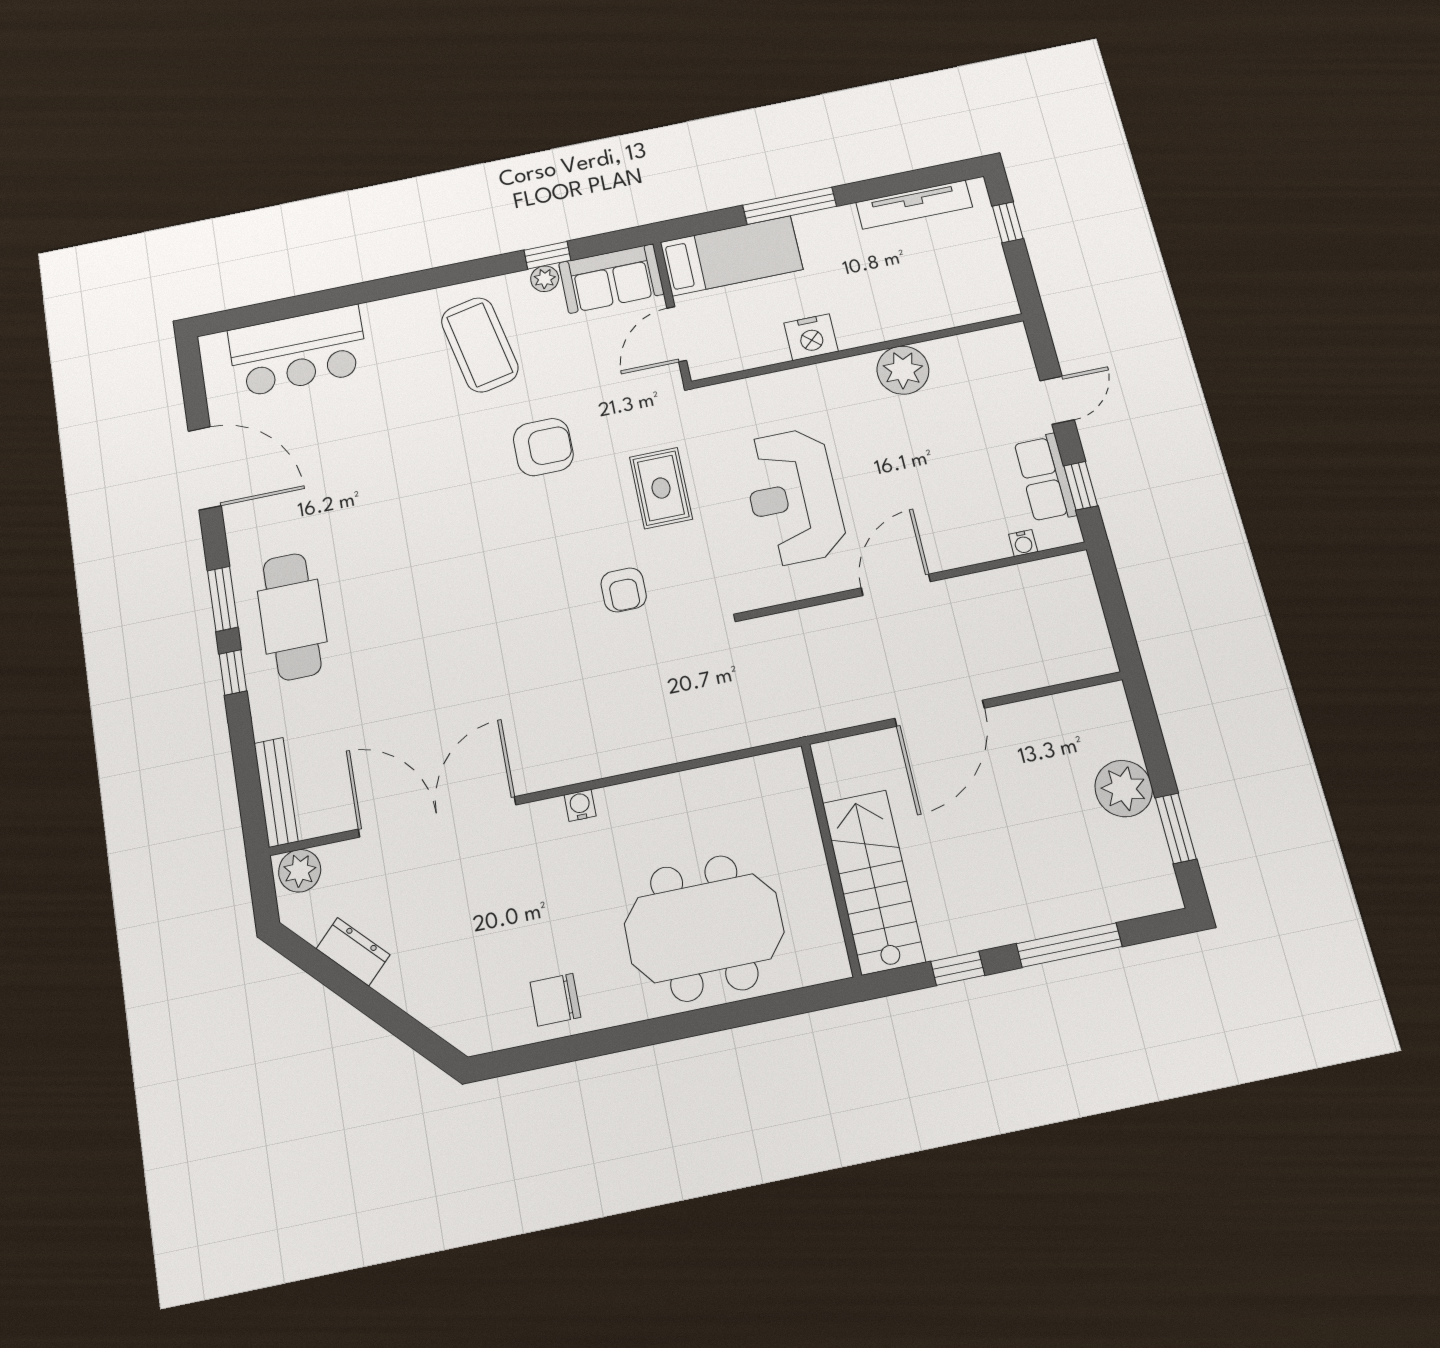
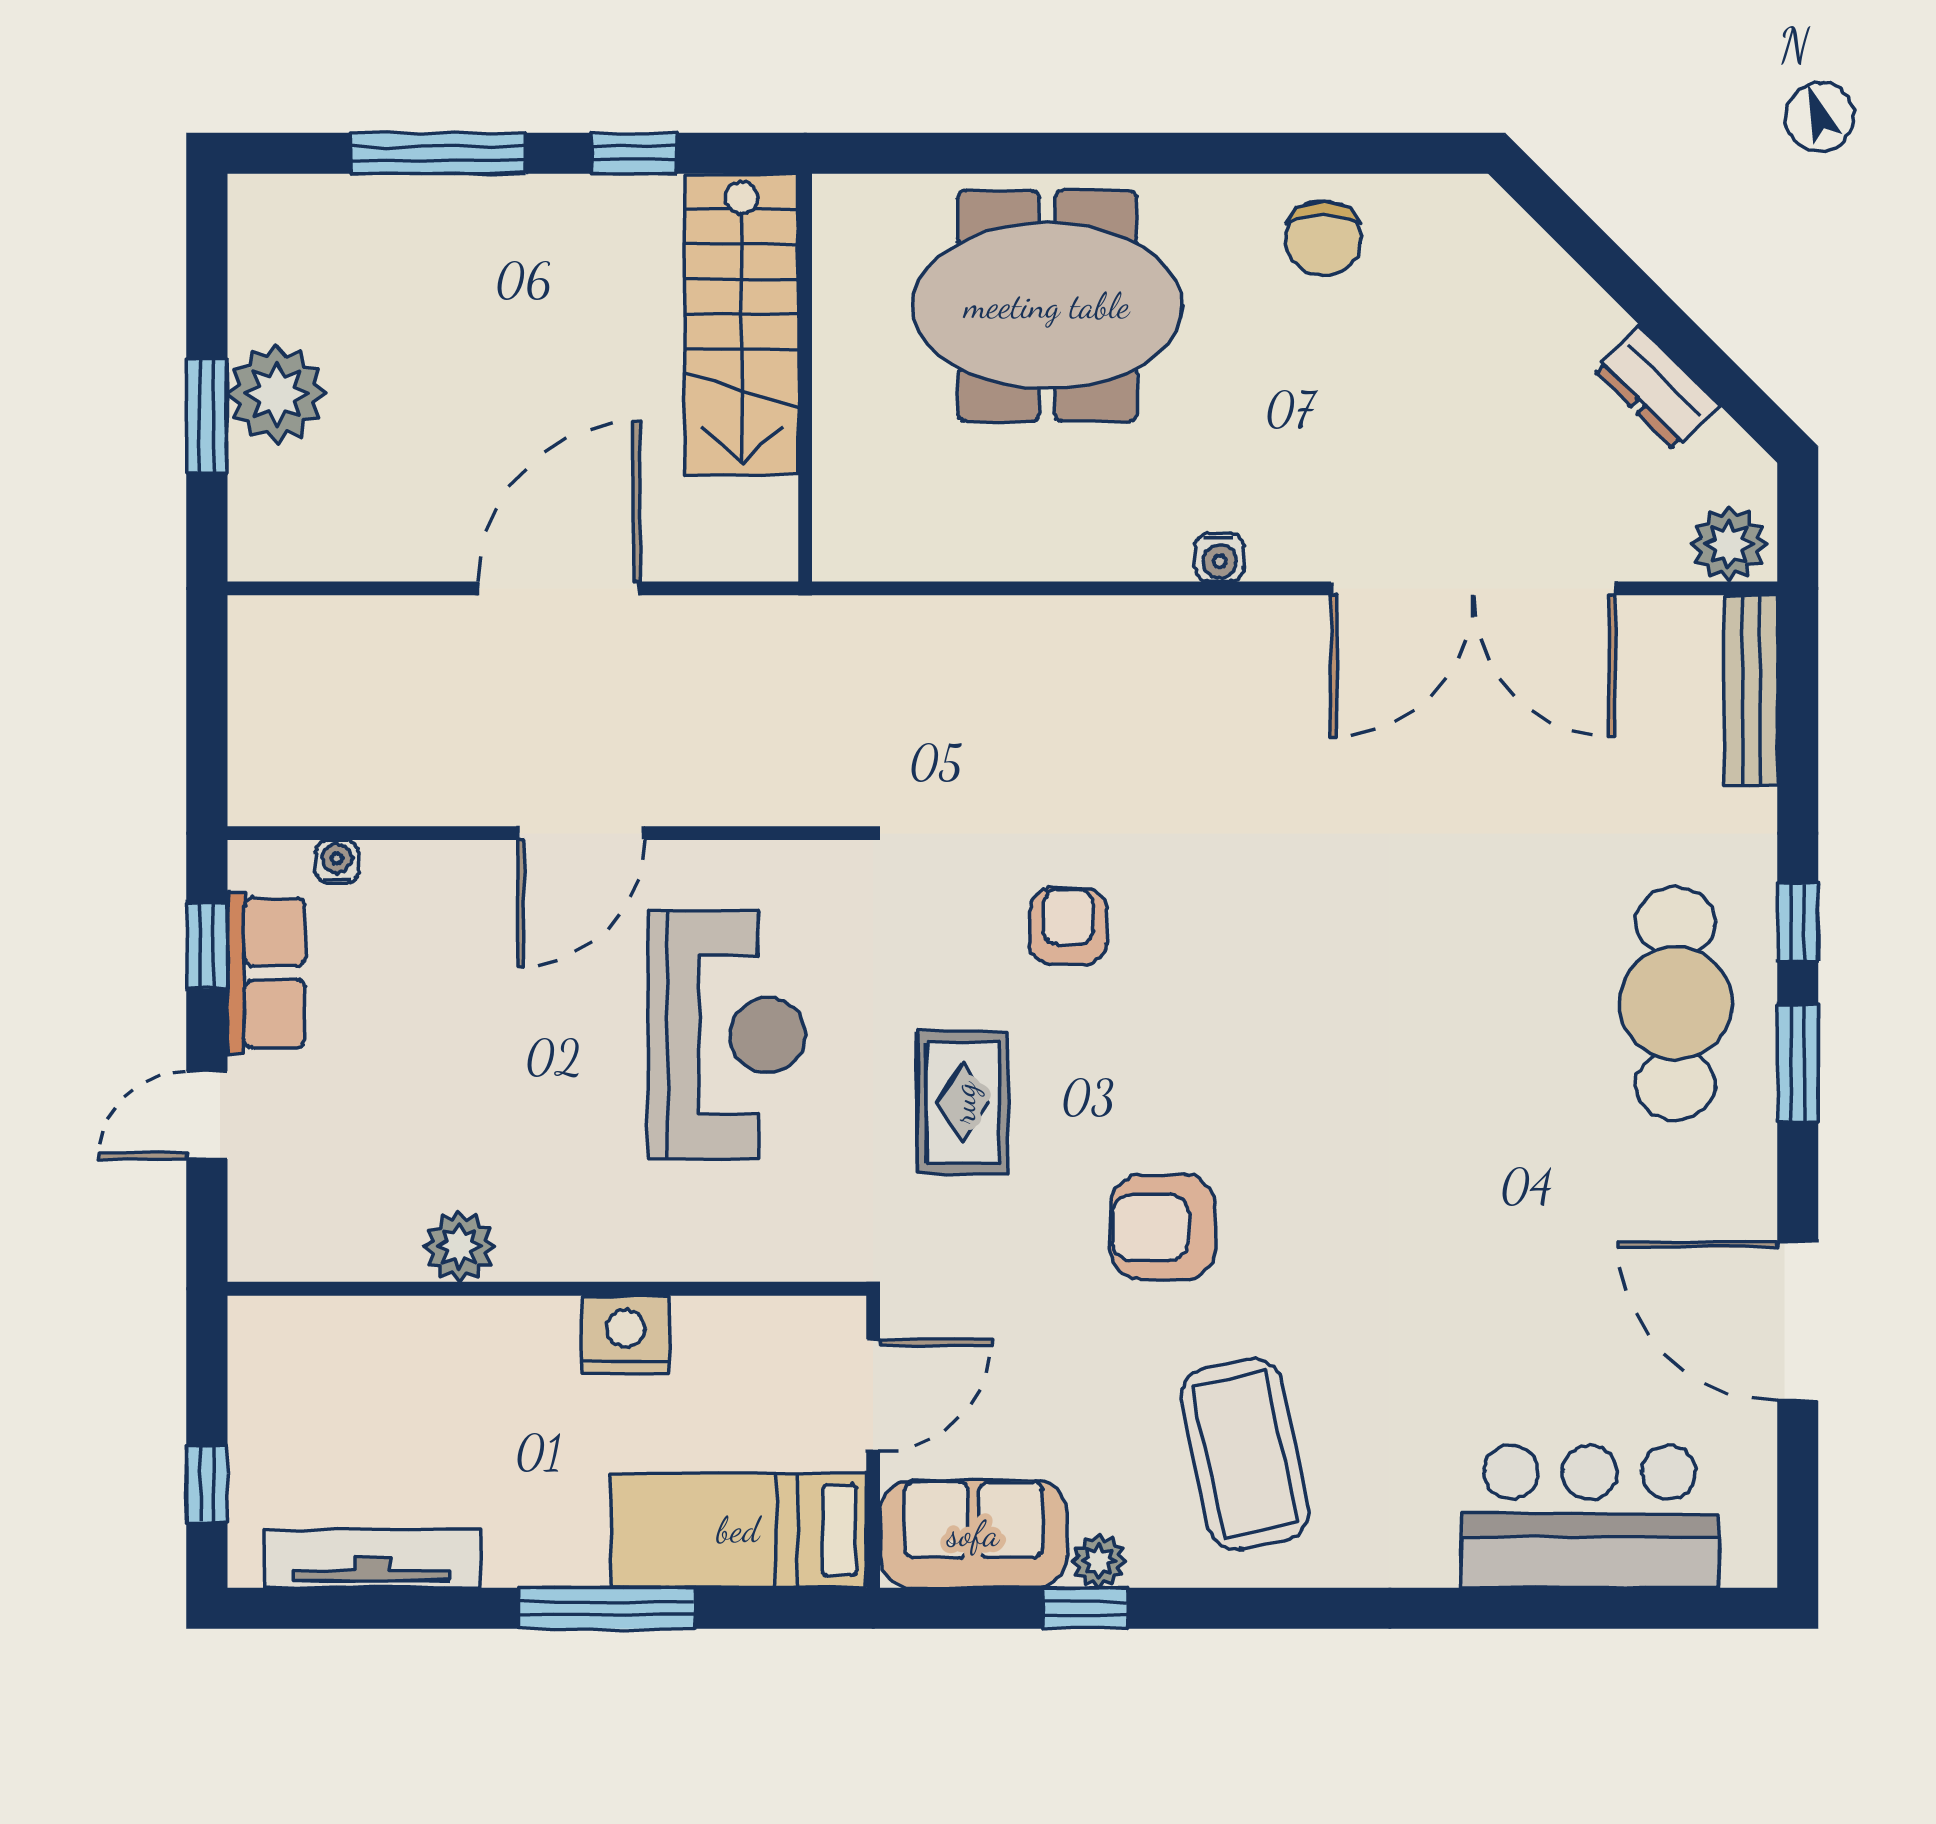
plant: (903, 370) -> (459, 1247), width x0.73, depth x0.73
window: (1176, 828) -> (207, 416), moved
chair: (555, 1000) -> (1323, 238), turned 90

